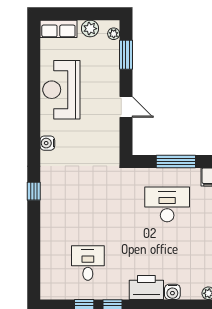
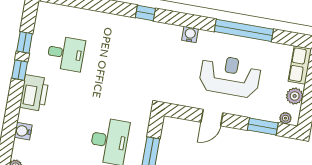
window: (34, 90) -> (244, 30), added
reception desk: (61, 90) -> (230, 76), moved
printer: (146, 287) -> (34, 93), moved

